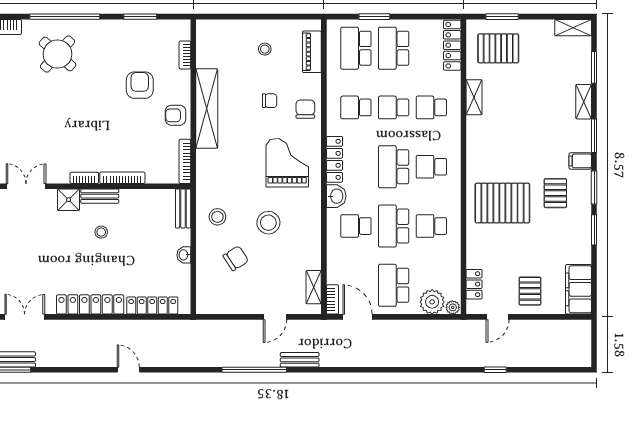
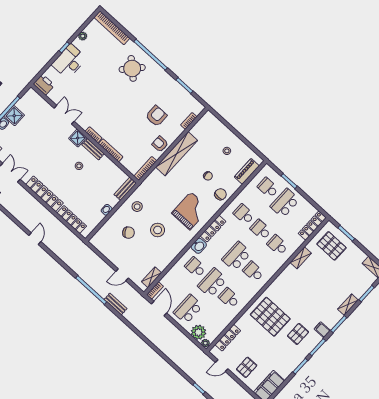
school desk: (356, 48) -> (268, 188), width x0.54
locker: (474, 284) -> (228, 338), width x1.53

